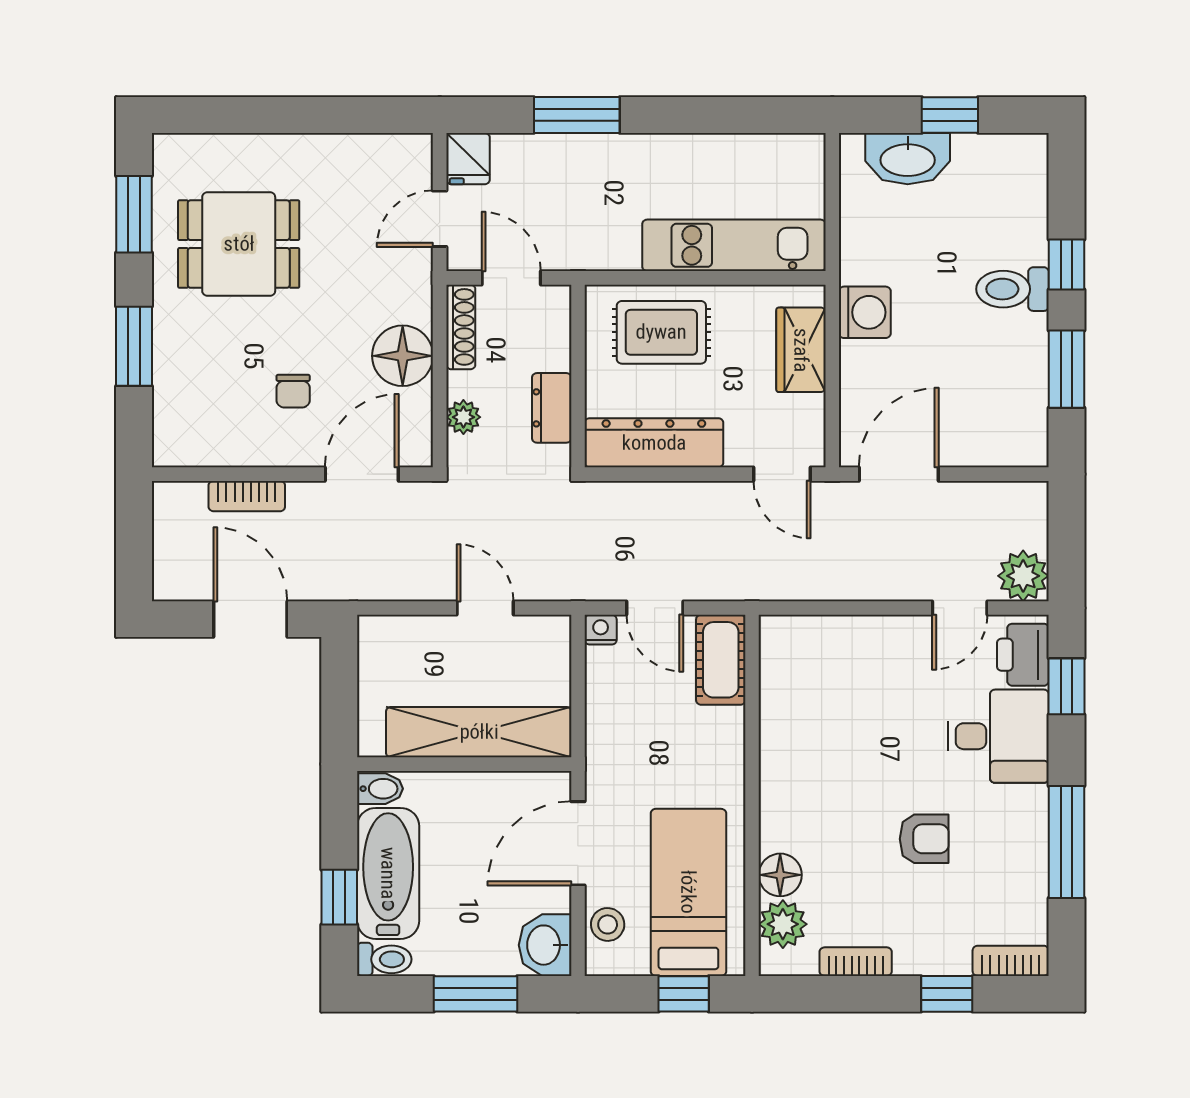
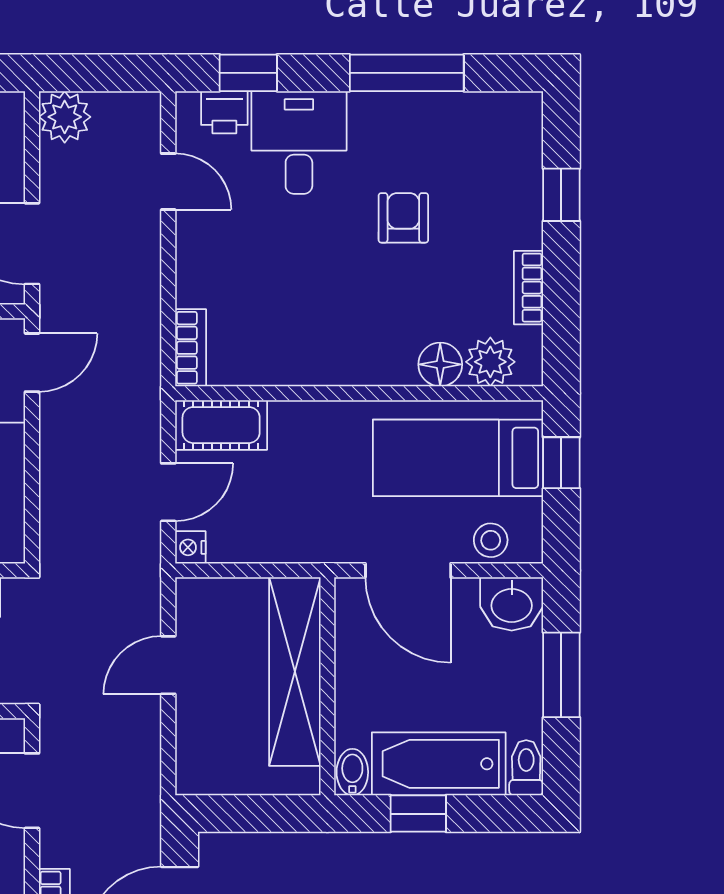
plant: (1023, 576) -> (65, 117), moved
printer: (1023, 655) -> (224, 112), width x0.73, depth x0.81
window: (339, 897) -> (418, 814), moved
bookcase: (1011, 961) -> (191, 348), moved, turned 180

